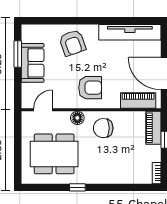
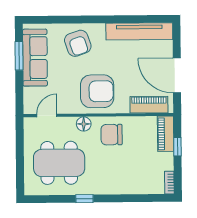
sofa: (33, 63) -> (35, 58), width x1.36
armchair: (90, 88) -> (97, 91), width x1.36, depth x1.36

